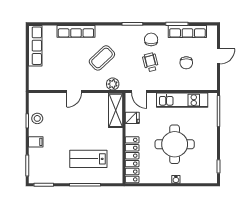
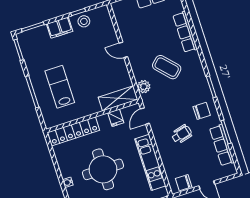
wheelchair: (151, 62) -> (182, 134), moved
chair: (186, 63) -> (184, 183), moved
filing cabinet: (36, 142) -> (60, 28), width x2.00

